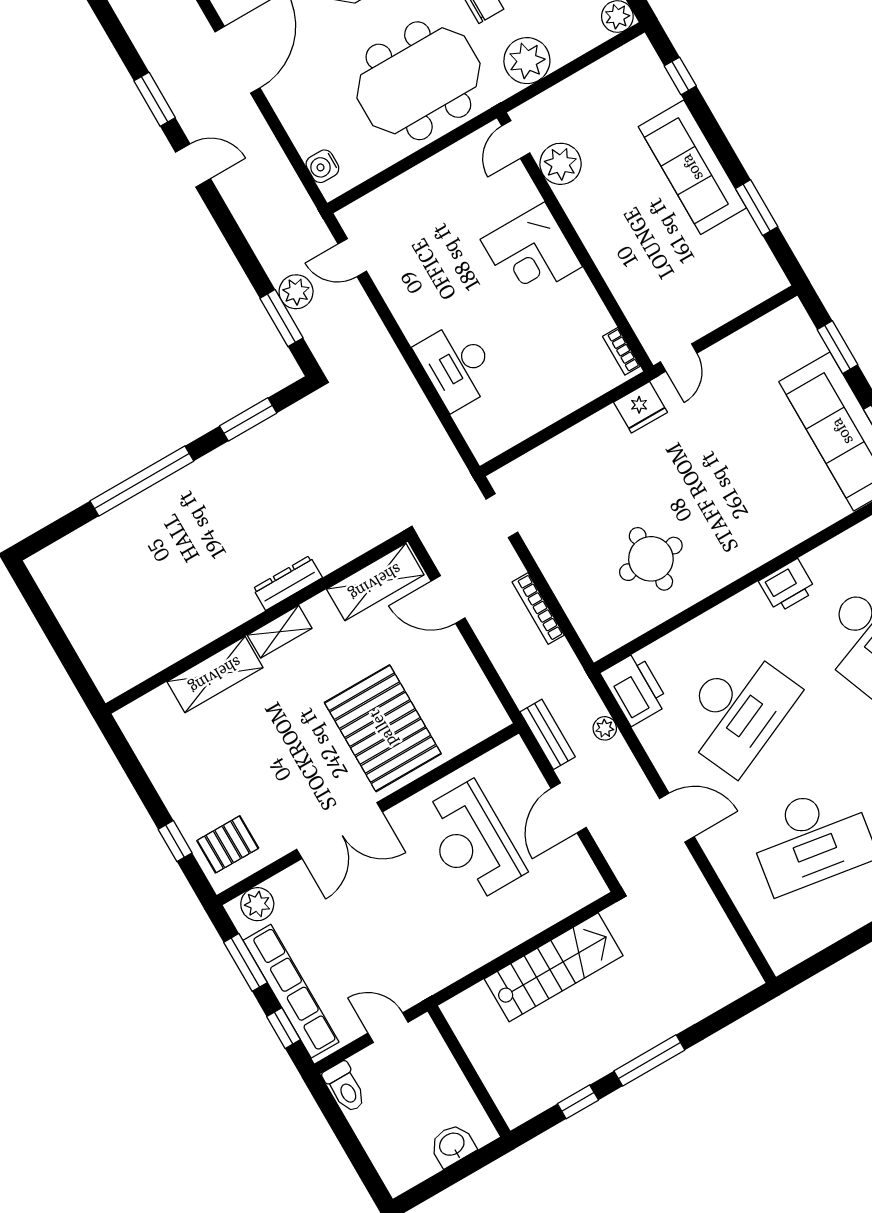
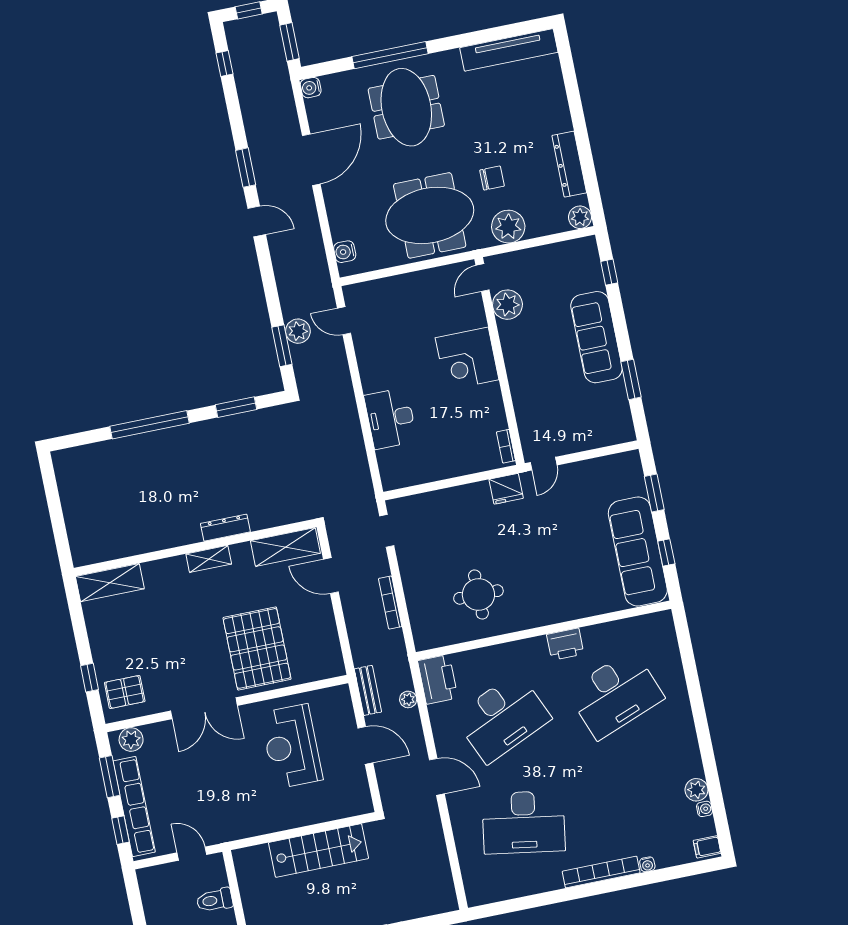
shelving: (215, 675) -> (110, 583), moved
door: (569, 808) -> (365, 745), swing flipped
toilet: (345, 1087) -> (215, 900), moved, turned 90

